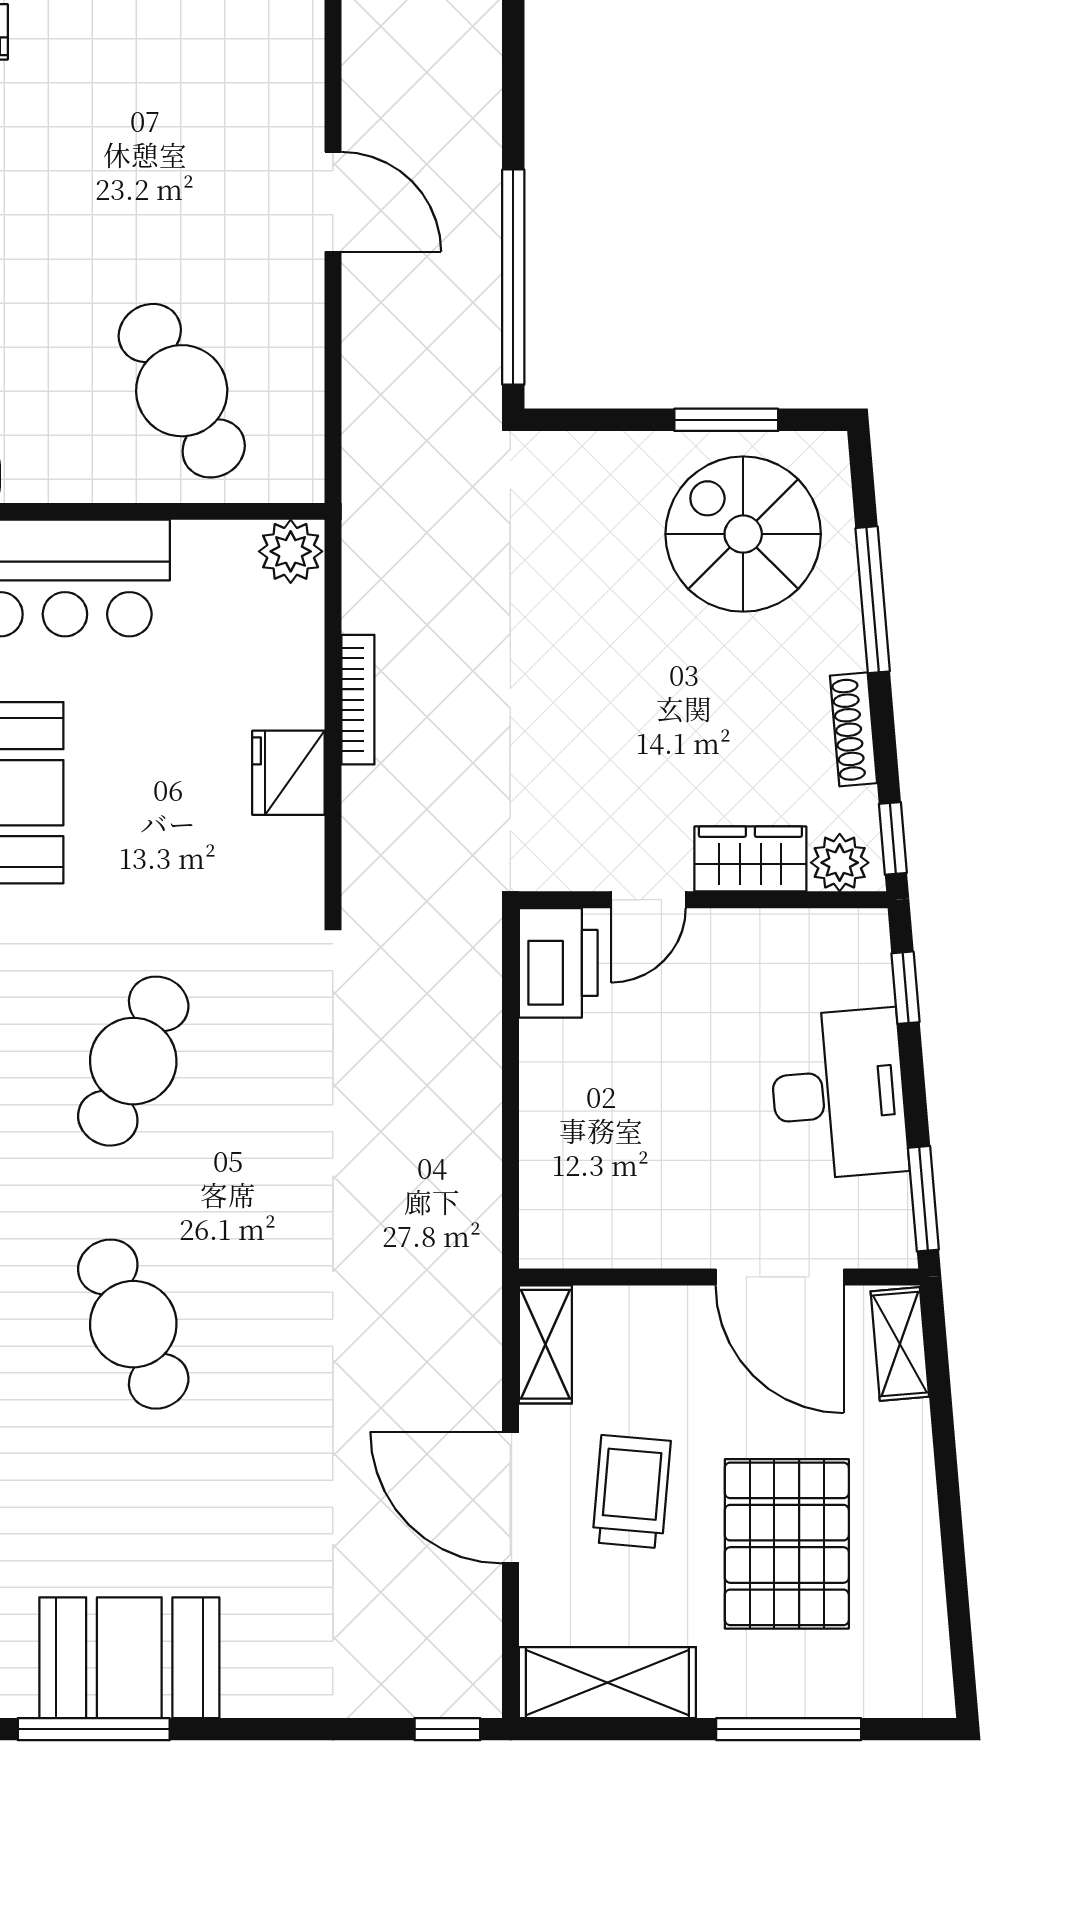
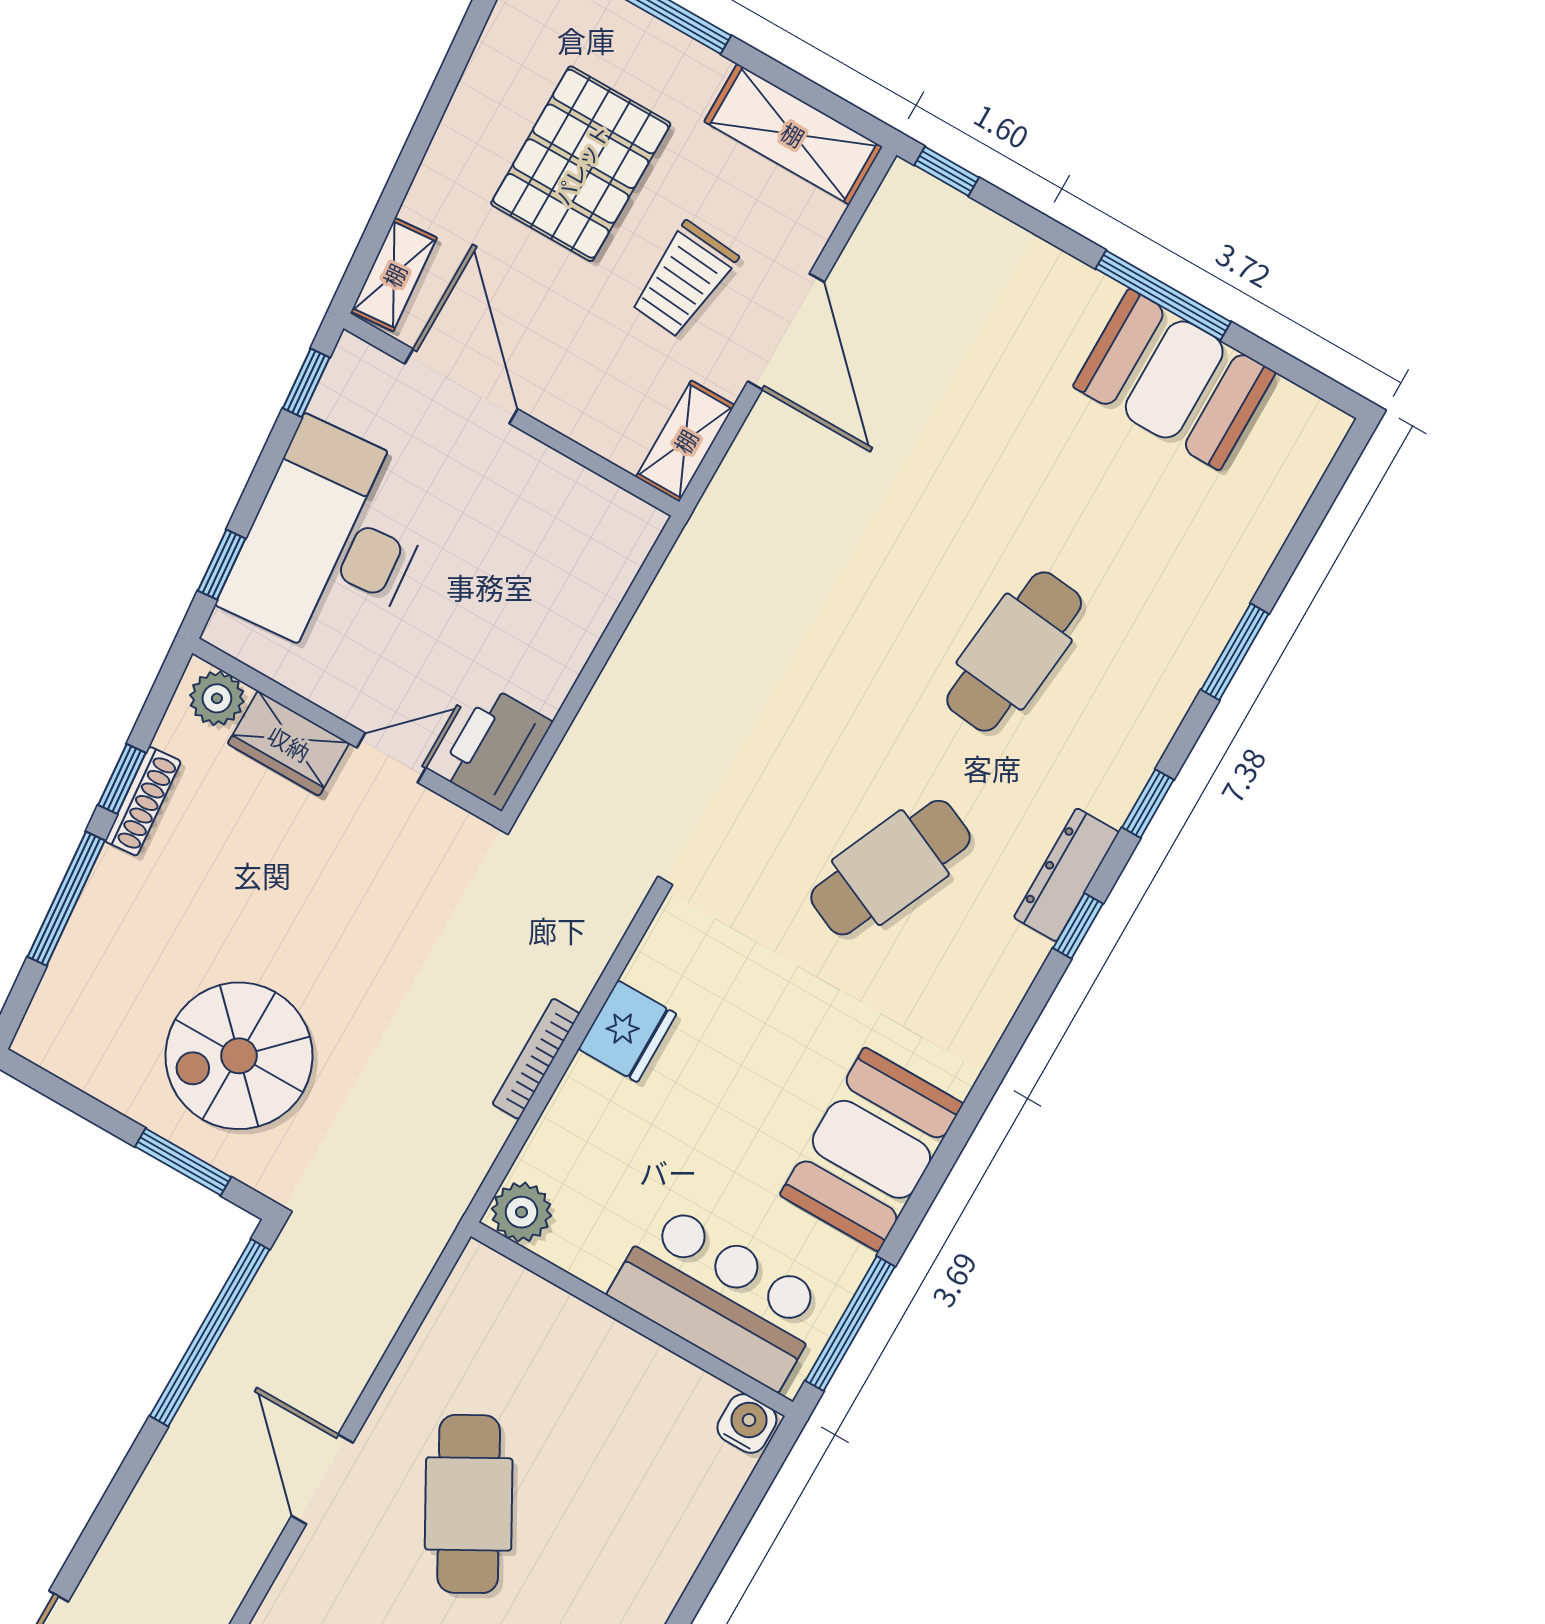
cafe table: (182, 391) -> (469, 1504), moved
window: (726, 420) -> (183, 1162), moved
spiral stairs: (743, 534) -> (239, 1056), moved, turned 90
window: (893, 838) -> (122, 779), moved
desk: (838, 1094) -> (332, 542), width x1.36, depth x1.30
window: (923, 1199) -> (306, 383), width x0.67
cafe table: (133, 1324) -> (1014, 652), turned 30
window: (94, 1729) -> (1163, 295), moved

